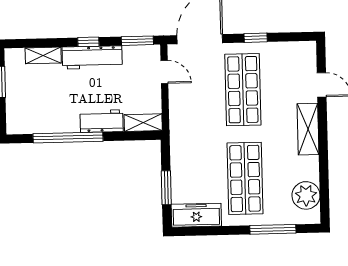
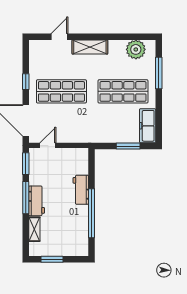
window: (88, 42) -> (26, 198), width x2.17
workbench: (92, 57) -> (37, 201), width x0.73
shelving: (143, 123) -> (83, 161), removed

